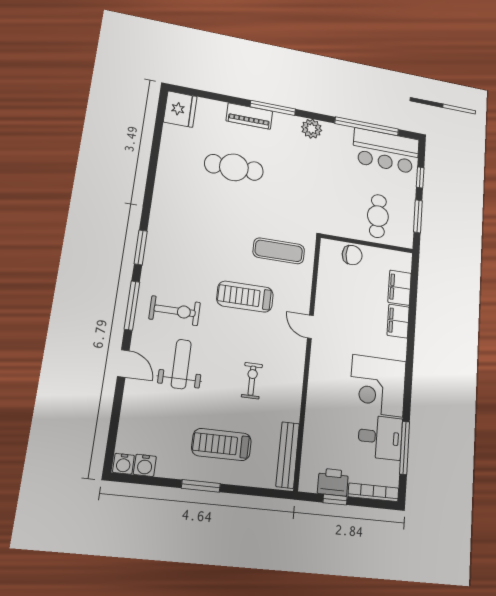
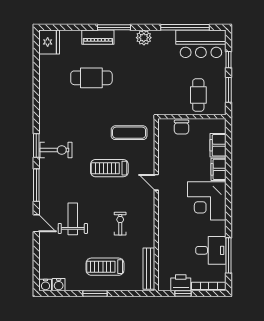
chair: (352, 255) -> (182, 127), turned 90
exercise bike: (175, 311) -> (56, 150), moved
corner desk: (378, 386) -> (207, 201), moved

